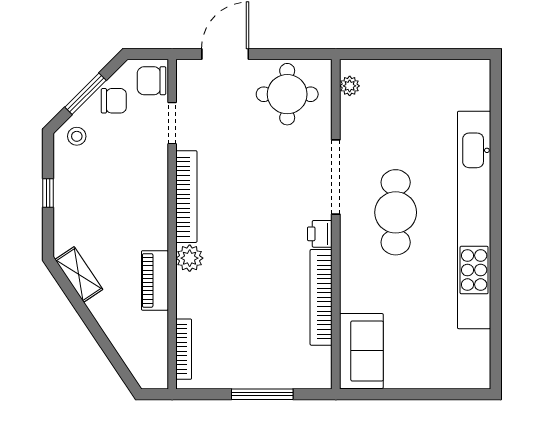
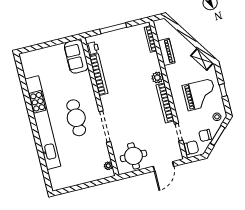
grand piano: (103, 196) -> (200, 95), added
printer: (320, 234) -> (93, 48), moved
piano: (155, 280) -> (166, 52), moved

